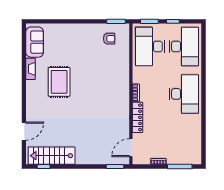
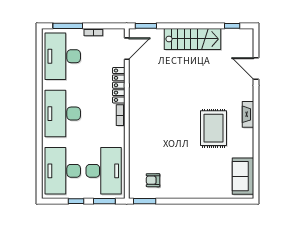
fireplace: (31, 69) -> (248, 114), moved
door: (24, 131) -> (256, 69), hinge flipped
desk: (184, 141) -> (63, 56), added
stairs: (52, 156) -> (193, 39), moved

